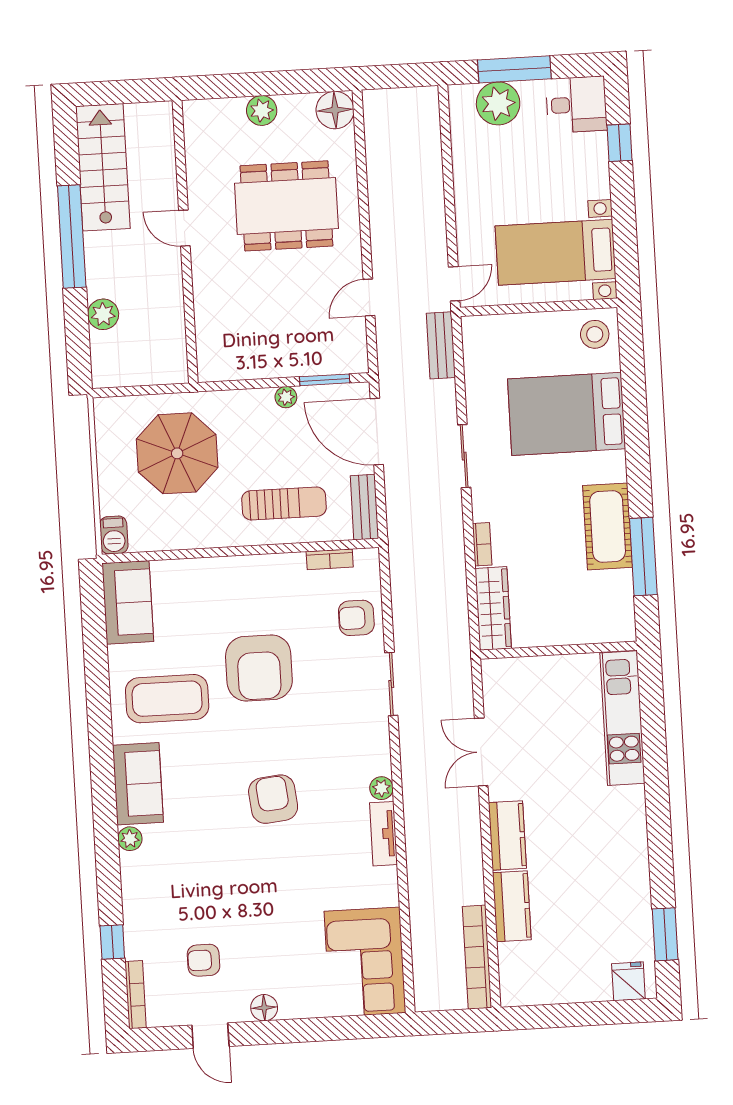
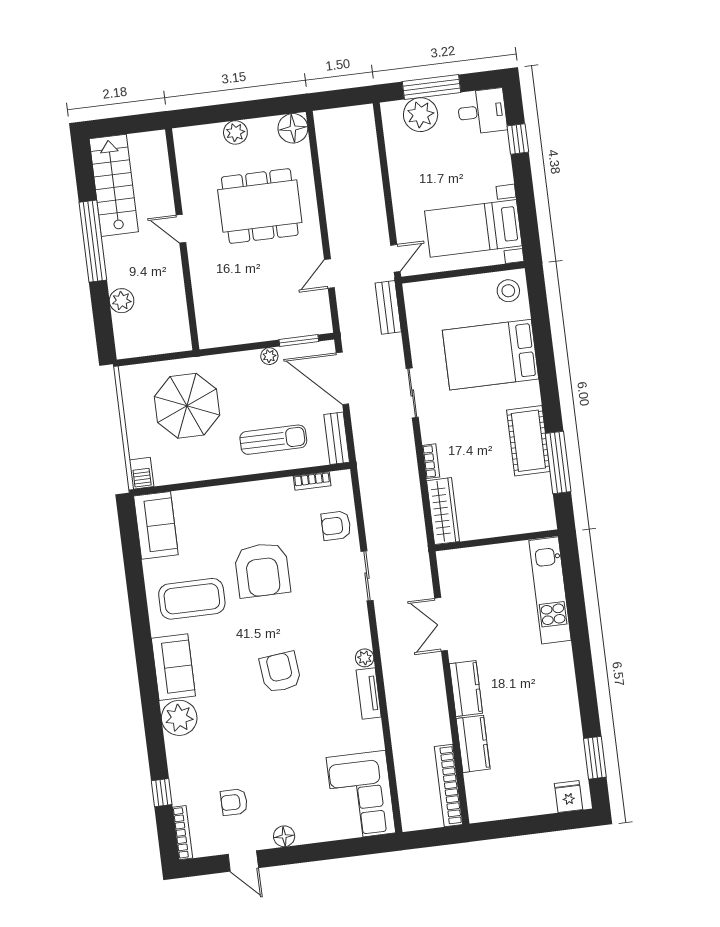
plant: (130, 839) -> (179, 718), width x1.88, depth x1.88

